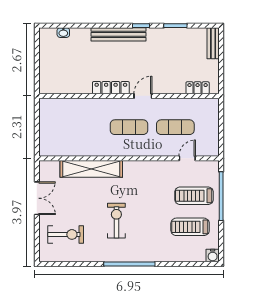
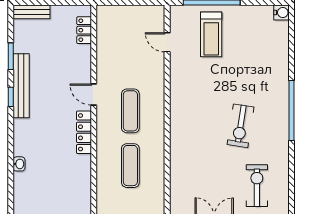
washbasin: (63, 33) -> (19, 164), moved
bench: (118, 34) -> (21, 86), moved
exercise mat: (175, 127) -> (130, 166), moved
shelving: (91, 169) -> (179, 155), removed
exercise bike: (116, 221) -> (241, 126), turned -81
treadmill: (190, 227) -> (248, 39), removed

